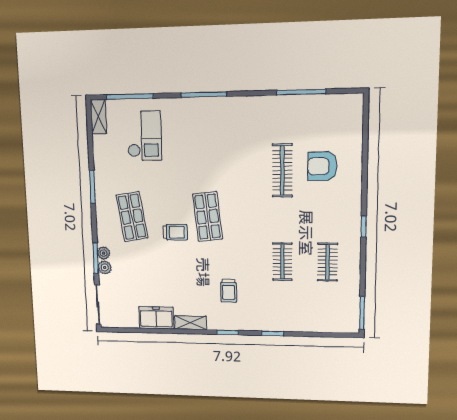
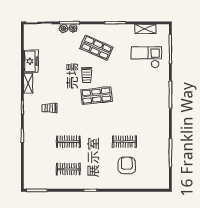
shelving: (98, 117) -> (145, 29), moved
checkout: (144, 136) -> (146, 57), turned 180
clothes rail: (282, 171) -> (124, 142), width x0.73
shop shelf: (132, 217) -> (96, 48), turned 33

